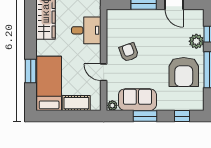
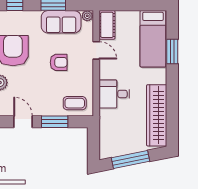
coffee table: (124, 21) -> (75, 103), added
armchair: (129, 52) -> (59, 62), moved, turned -70
cot: (76, 103) -> (107, 25), moved, turned 90

